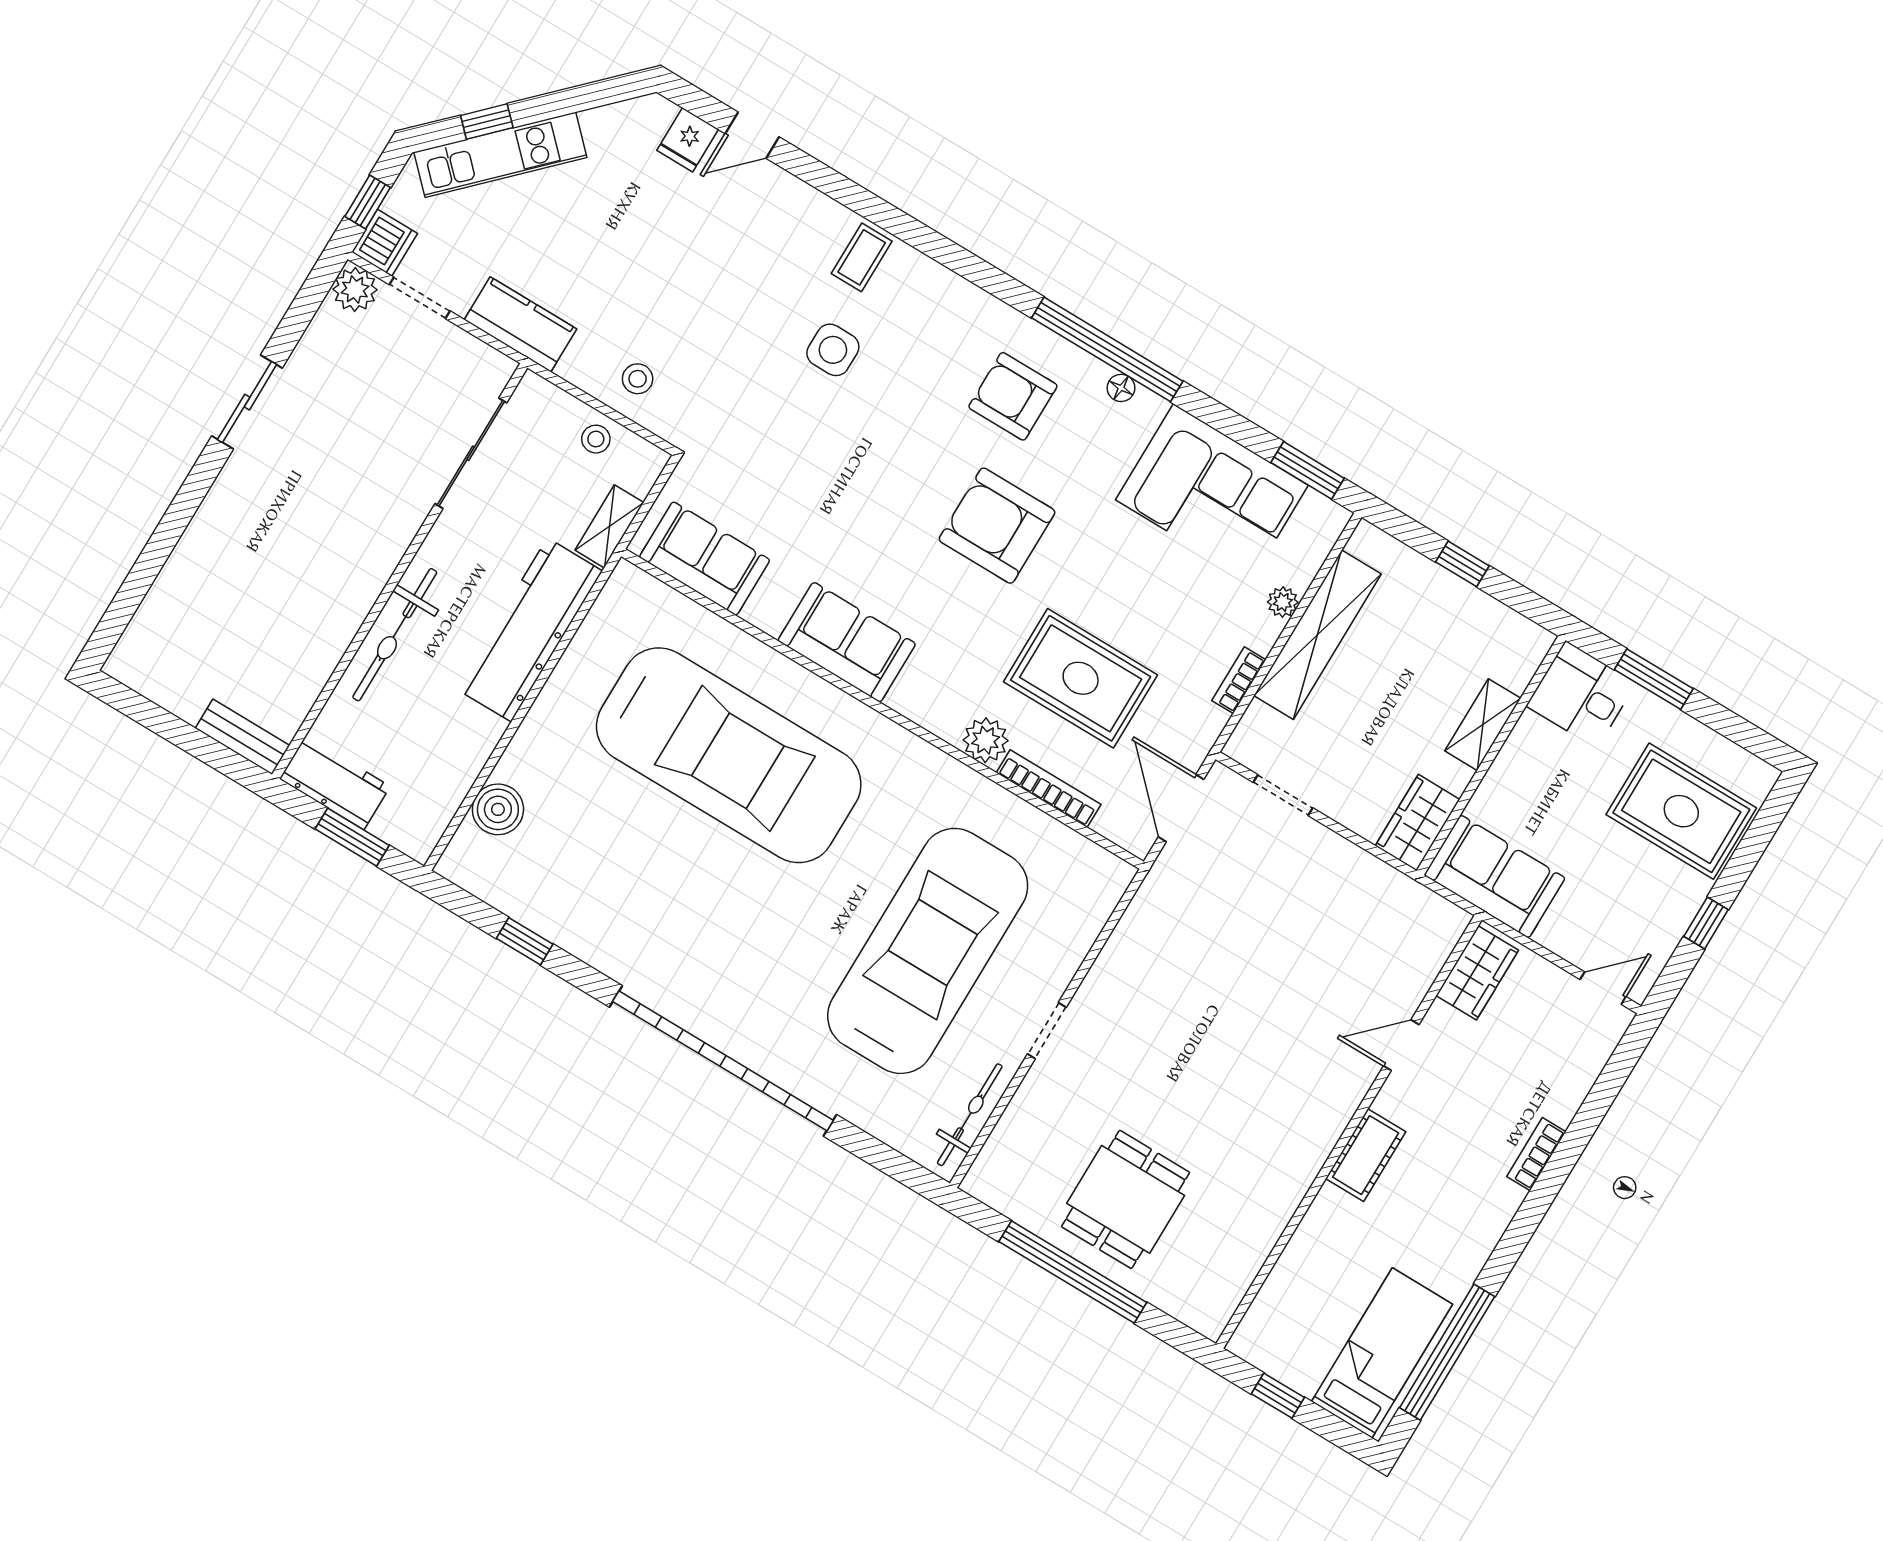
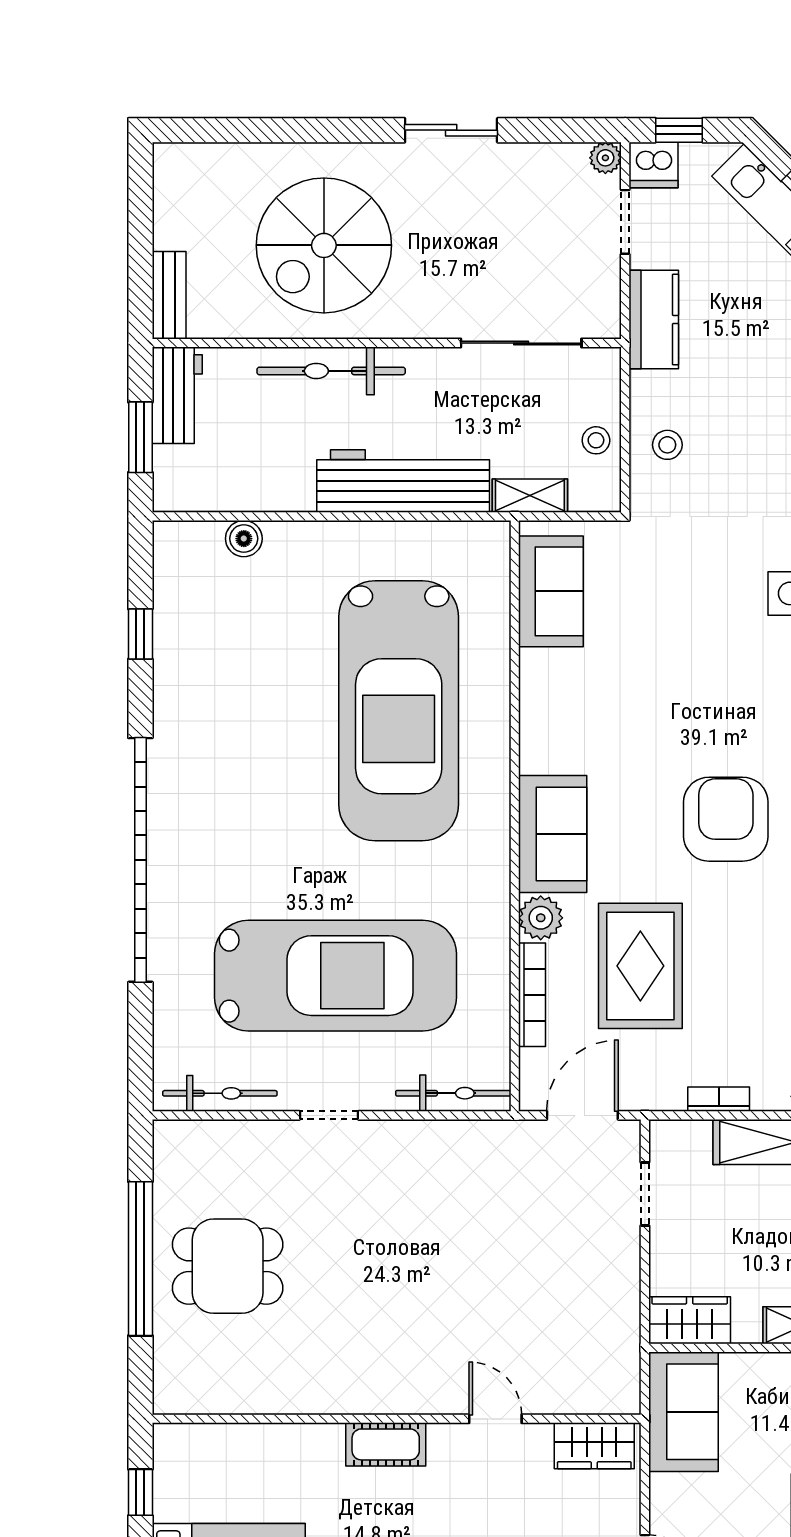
plant: (355, 290) -> (605, 158), width x0.73, depth x0.73
spiral stairs: (281, 575) -> (324, 245), added
sofa: (847, 642) -> (553, 834), moved
boiler: (498, 809) -> (244, 539), width x0.73, depth x0.73
bicycle: (1093, 910) -> (453, 1093), added

